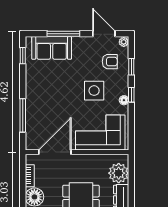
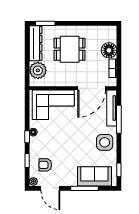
side table: (94, 91) -> (105, 142), moved
tv unit: (31, 129) -> (112, 108), added

